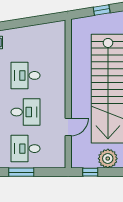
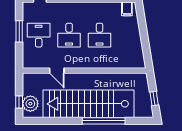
desk: (26, 75) -> (100, 35), turned 180
window: (90, 172) -> (19, 102), moved

